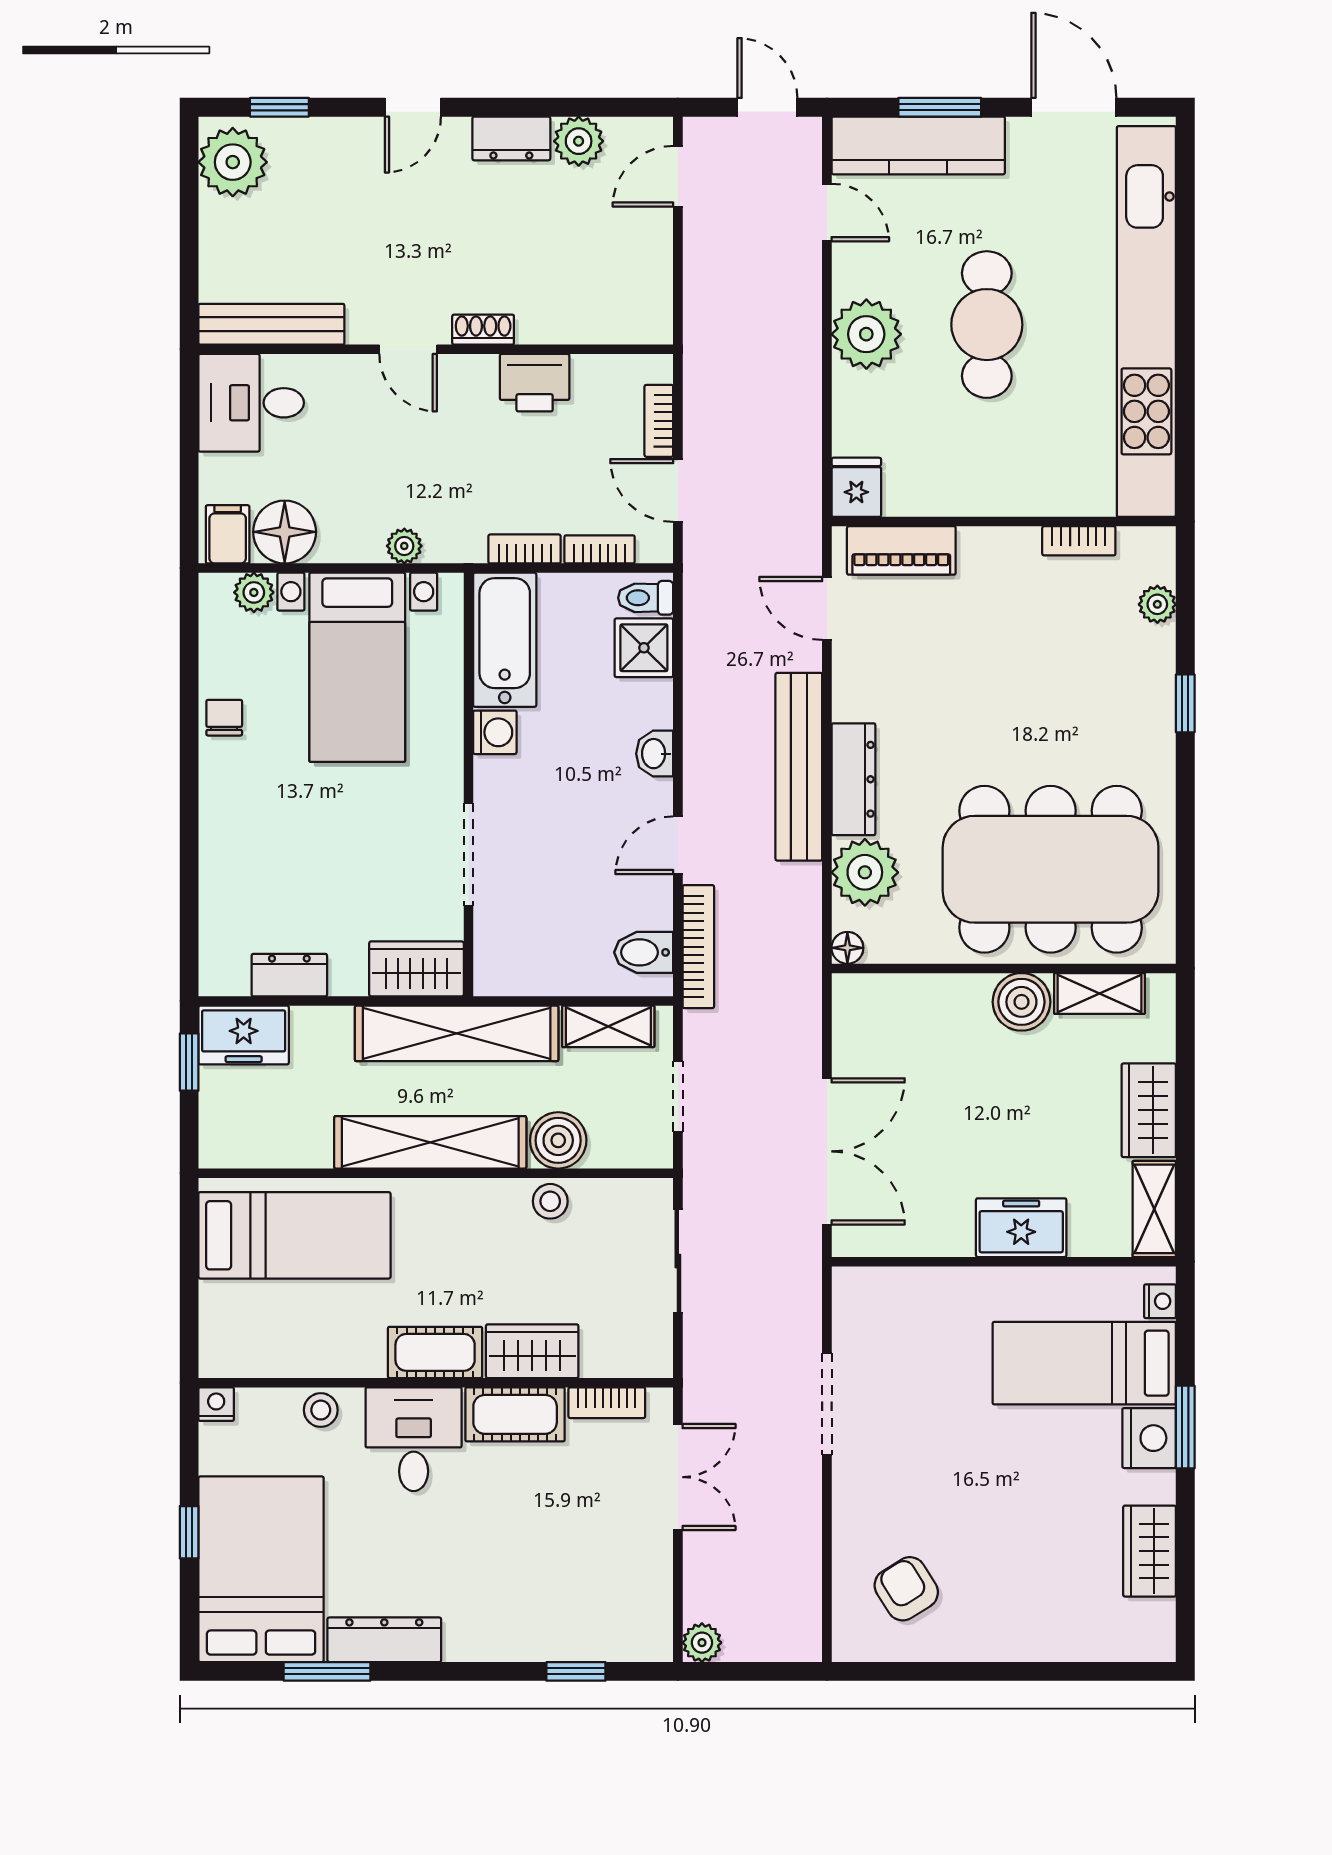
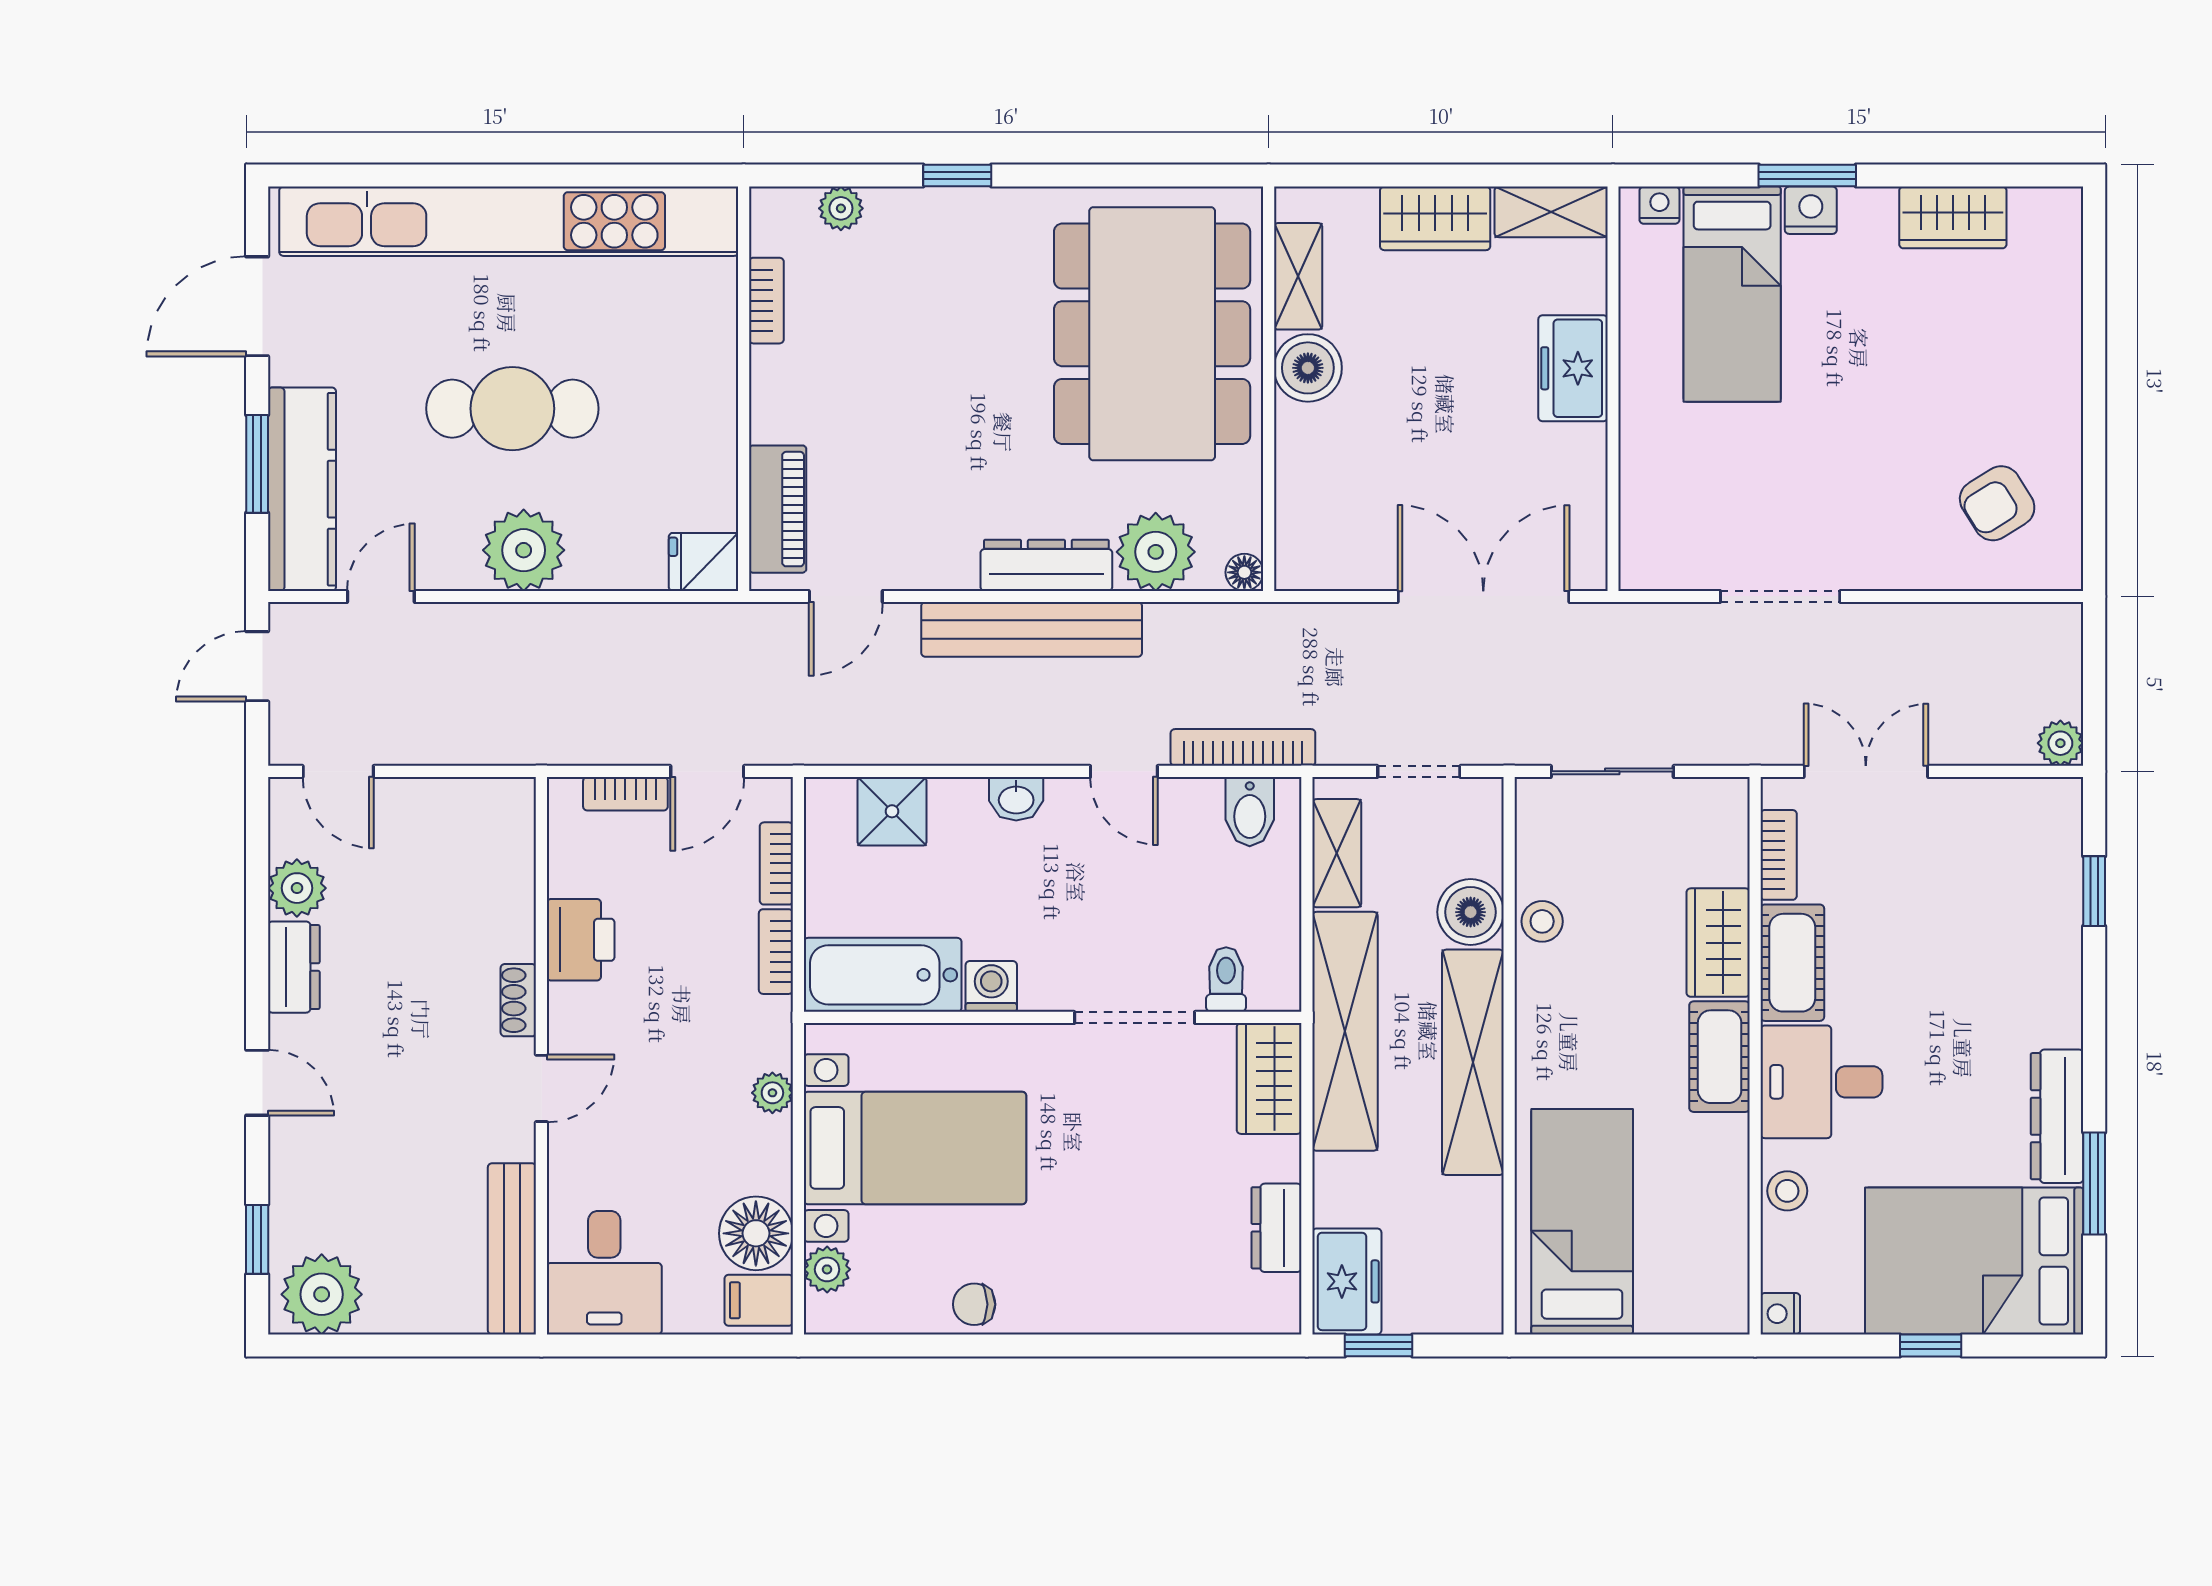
toilet: (646, 598) -> (1226, 980), moved, turned 180
nightstand: (1149, 1438) -> (1811, 210), width x0.74, depth x0.75

